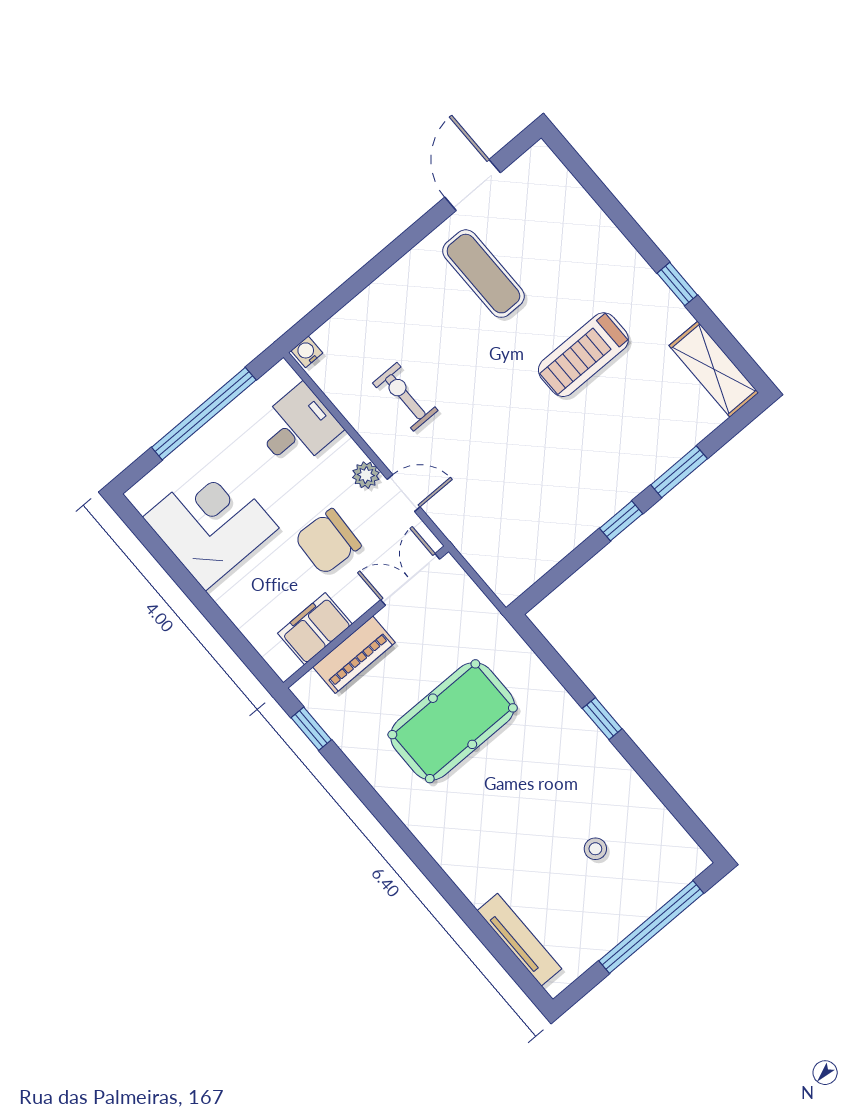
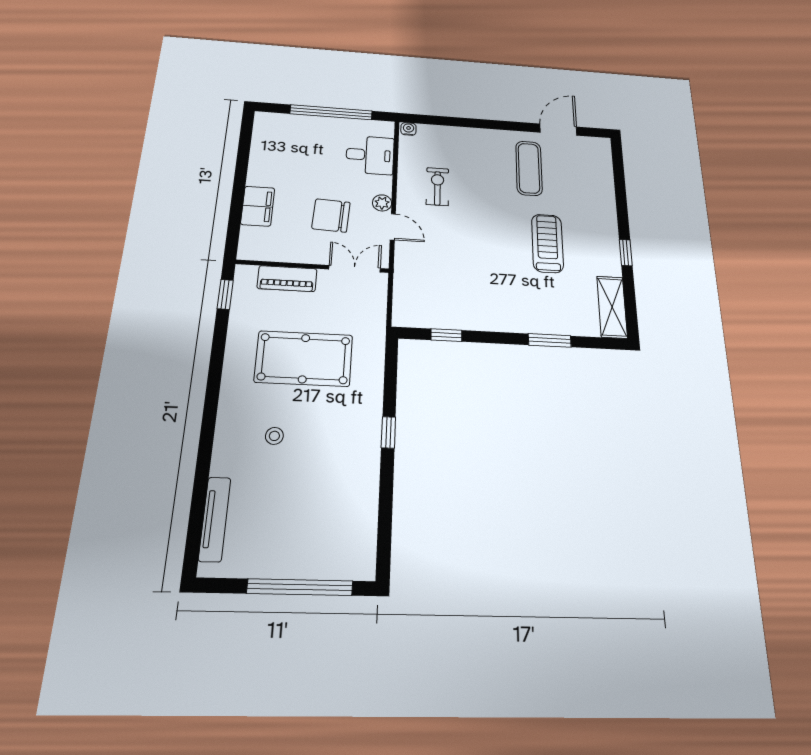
treadmill: (583, 355) -> (547, 243), turned 90
window: (621, 521) -> (446, 335), moved
corner desk: (211, 523) -> (283, 158), removed
filing cabinet: (315, 629) -> (258, 206), moved, turned 90
stool: (595, 849) -> (274, 436), moved

